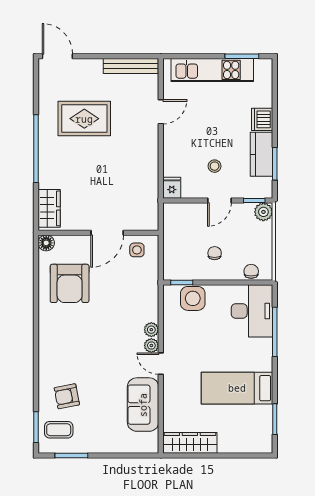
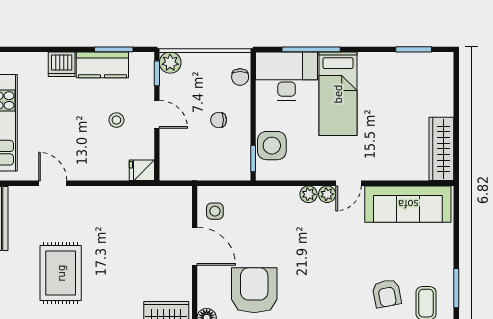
chair: (251, 271) -> (240, 77), turned -90
armchair: (70, 283) -> (254, 290), turned -90
bed: (237, 388) -> (338, 94), moved
sofa: (143, 405) -> (408, 204), width x1.36

